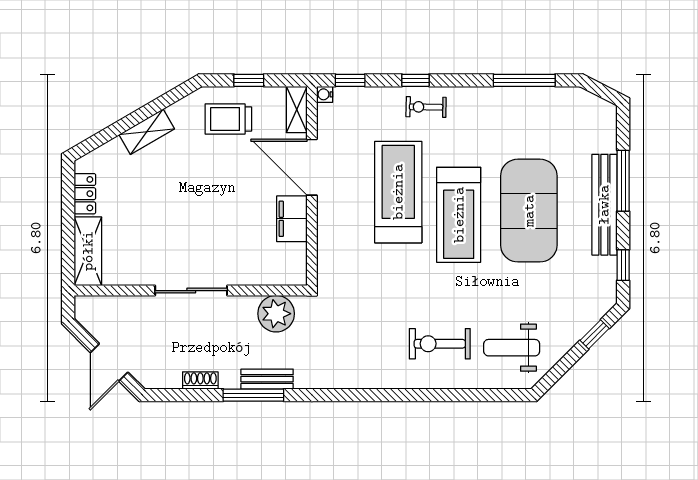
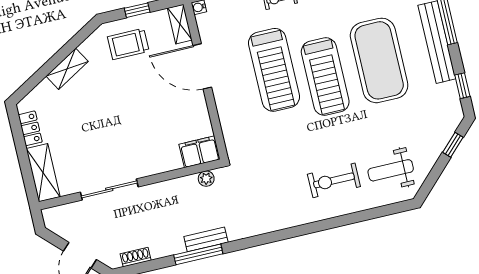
treadmill: (398, 192) -> (274, 70), turned 180
filing cabinet: (292, 219) -> (200, 152), moved, turned 90
sliding door: (191, 291) -> (109, 189), moved
plant: (276, 314) -> (206, 179), width x0.53, depth x0.53
shoe rack: (200, 380) -> (136, 257), moved

